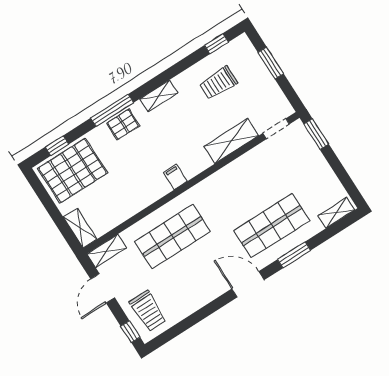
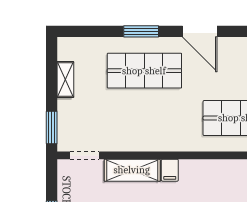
filing cabinet: (175, 177) -> (170, 170), moved
shelving: (336, 213) -> (65, 80), moved, turned 90

